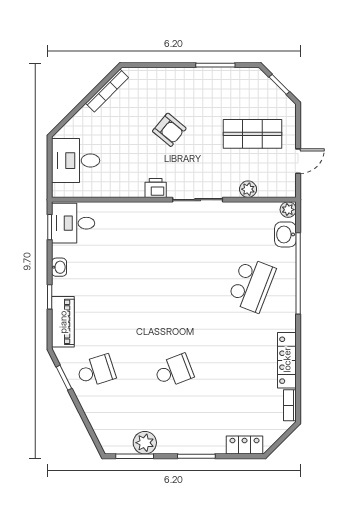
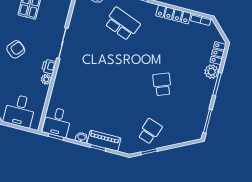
plant: (248, 189) -> (46, 79), moved
piano: (63, 322) -> (104, 141), moved
school desk: (96, 371) -> (150, 131), turned 36
plant: (145, 443) -> (212, 72), moved

